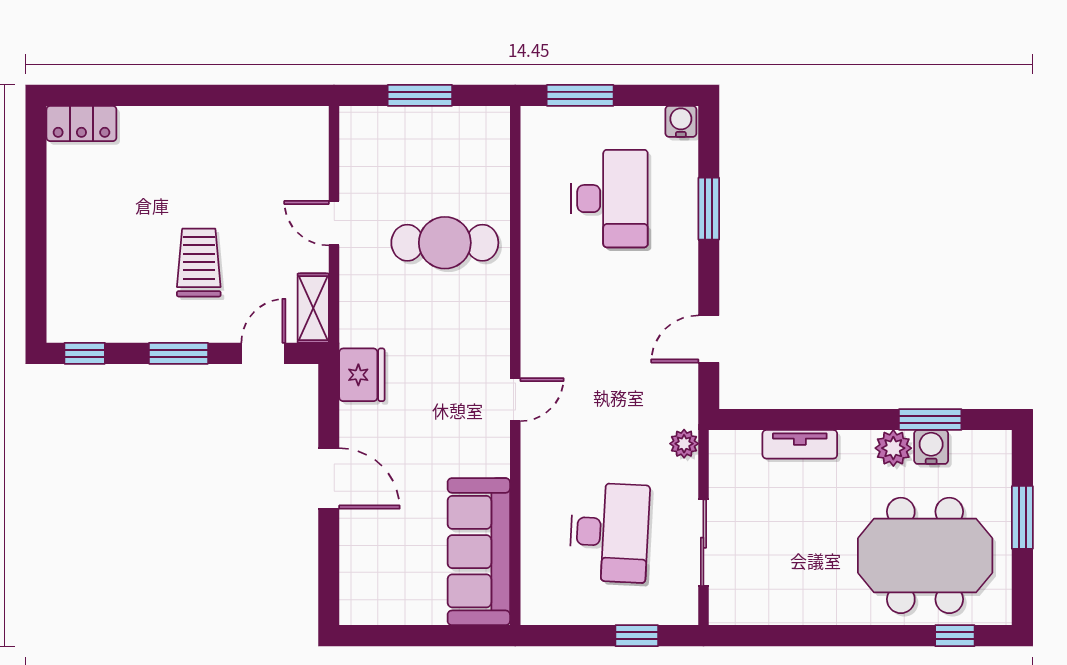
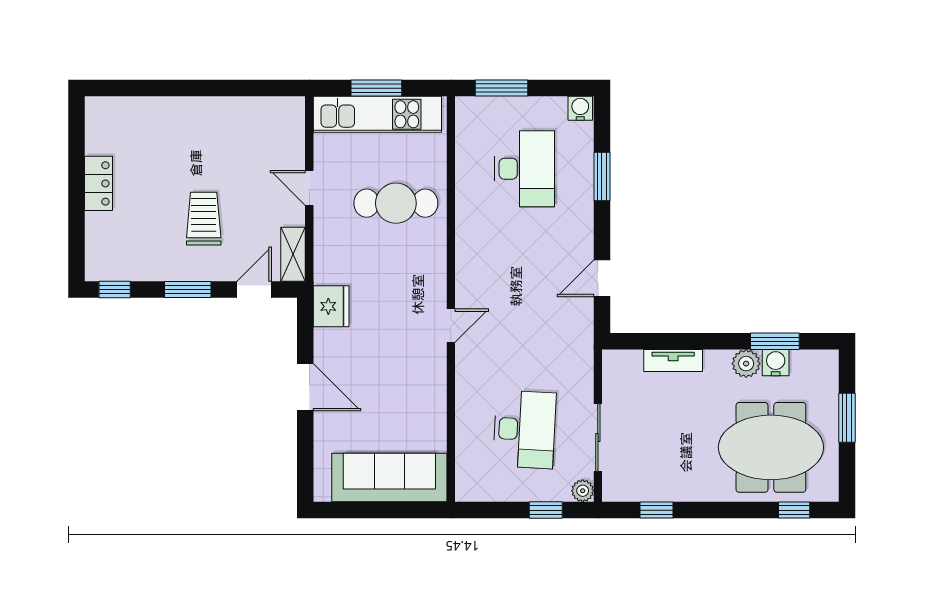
locker: (81, 124) -> (99, 183), moved, turned -90
kitchen unit: (421, 129) -> (377, 114), added
plant: (684, 444) -> (583, 491), moved
sofa: (479, 552) -> (389, 477), moved, turned 90
window: (778, 636) -> (656, 510), added

